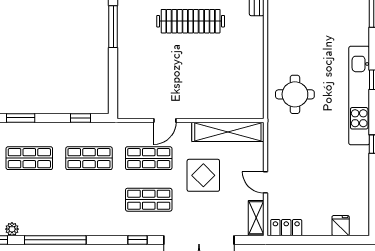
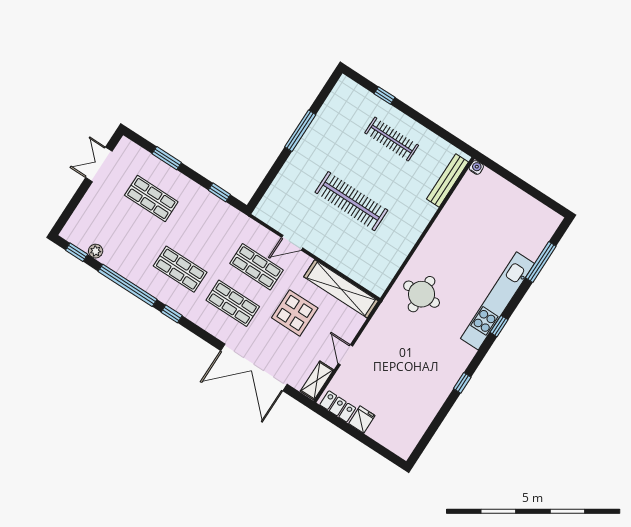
clothes rail: (191, 21) -> (351, 201), moved
kitchen unit: (359, 96) -> (497, 301), moved
shop shelf: (89, 158) -> (180, 269), moved
fridge: (341, 226) -> (362, 420), moved
window: (137, 240) -> (172, 314), moved

